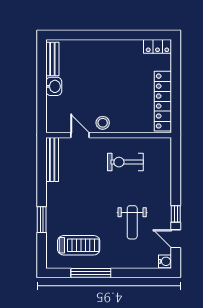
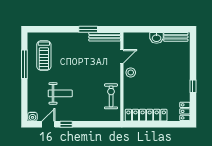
window: (122, 35) -> (193, 86), added
exercise bike: (125, 162) -> (111, 96), moved
window: (42, 220) -> (88, 29), moved
weight bench: (132, 222) -> (60, 93), turned 180

